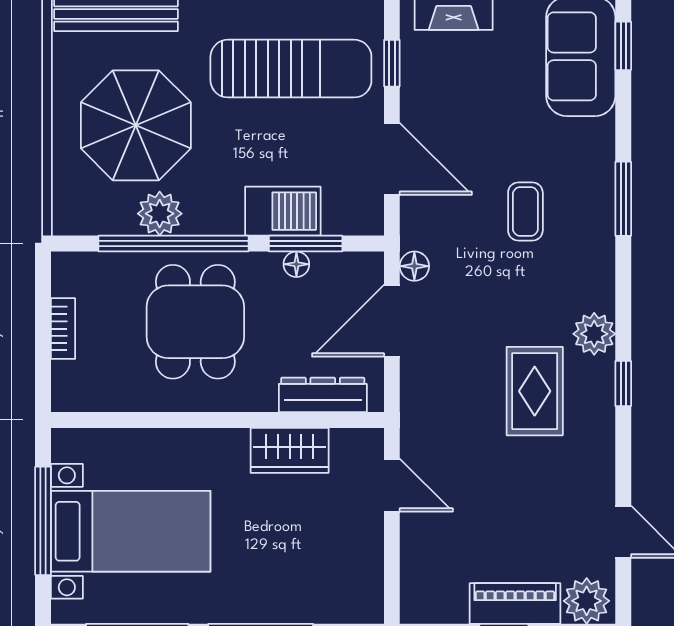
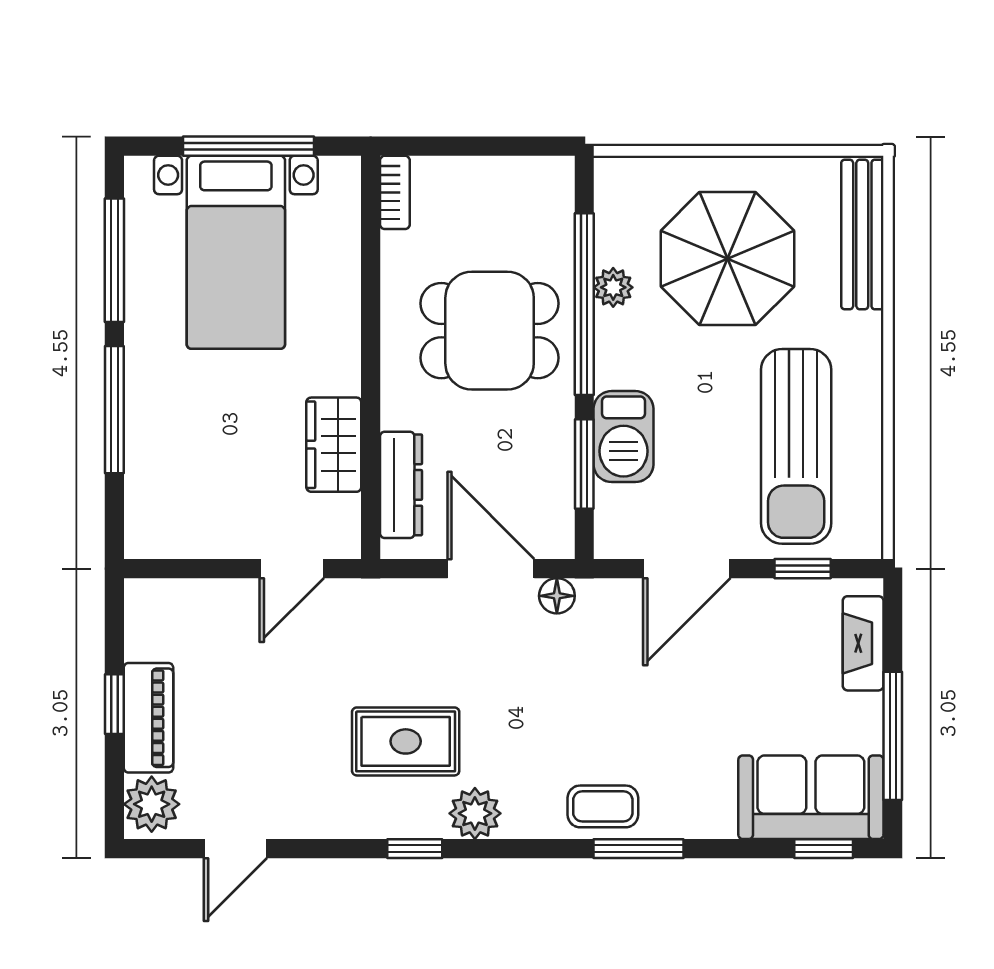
coffee table: (525, 211) -> (603, 806), moved
plant: (160, 214) -> (613, 287), width x0.73, depth x0.73
floor lamp: (296, 264) -> (559, 453), removed
bookcase: (63, 329) -> (395, 192), moved, turned -90

